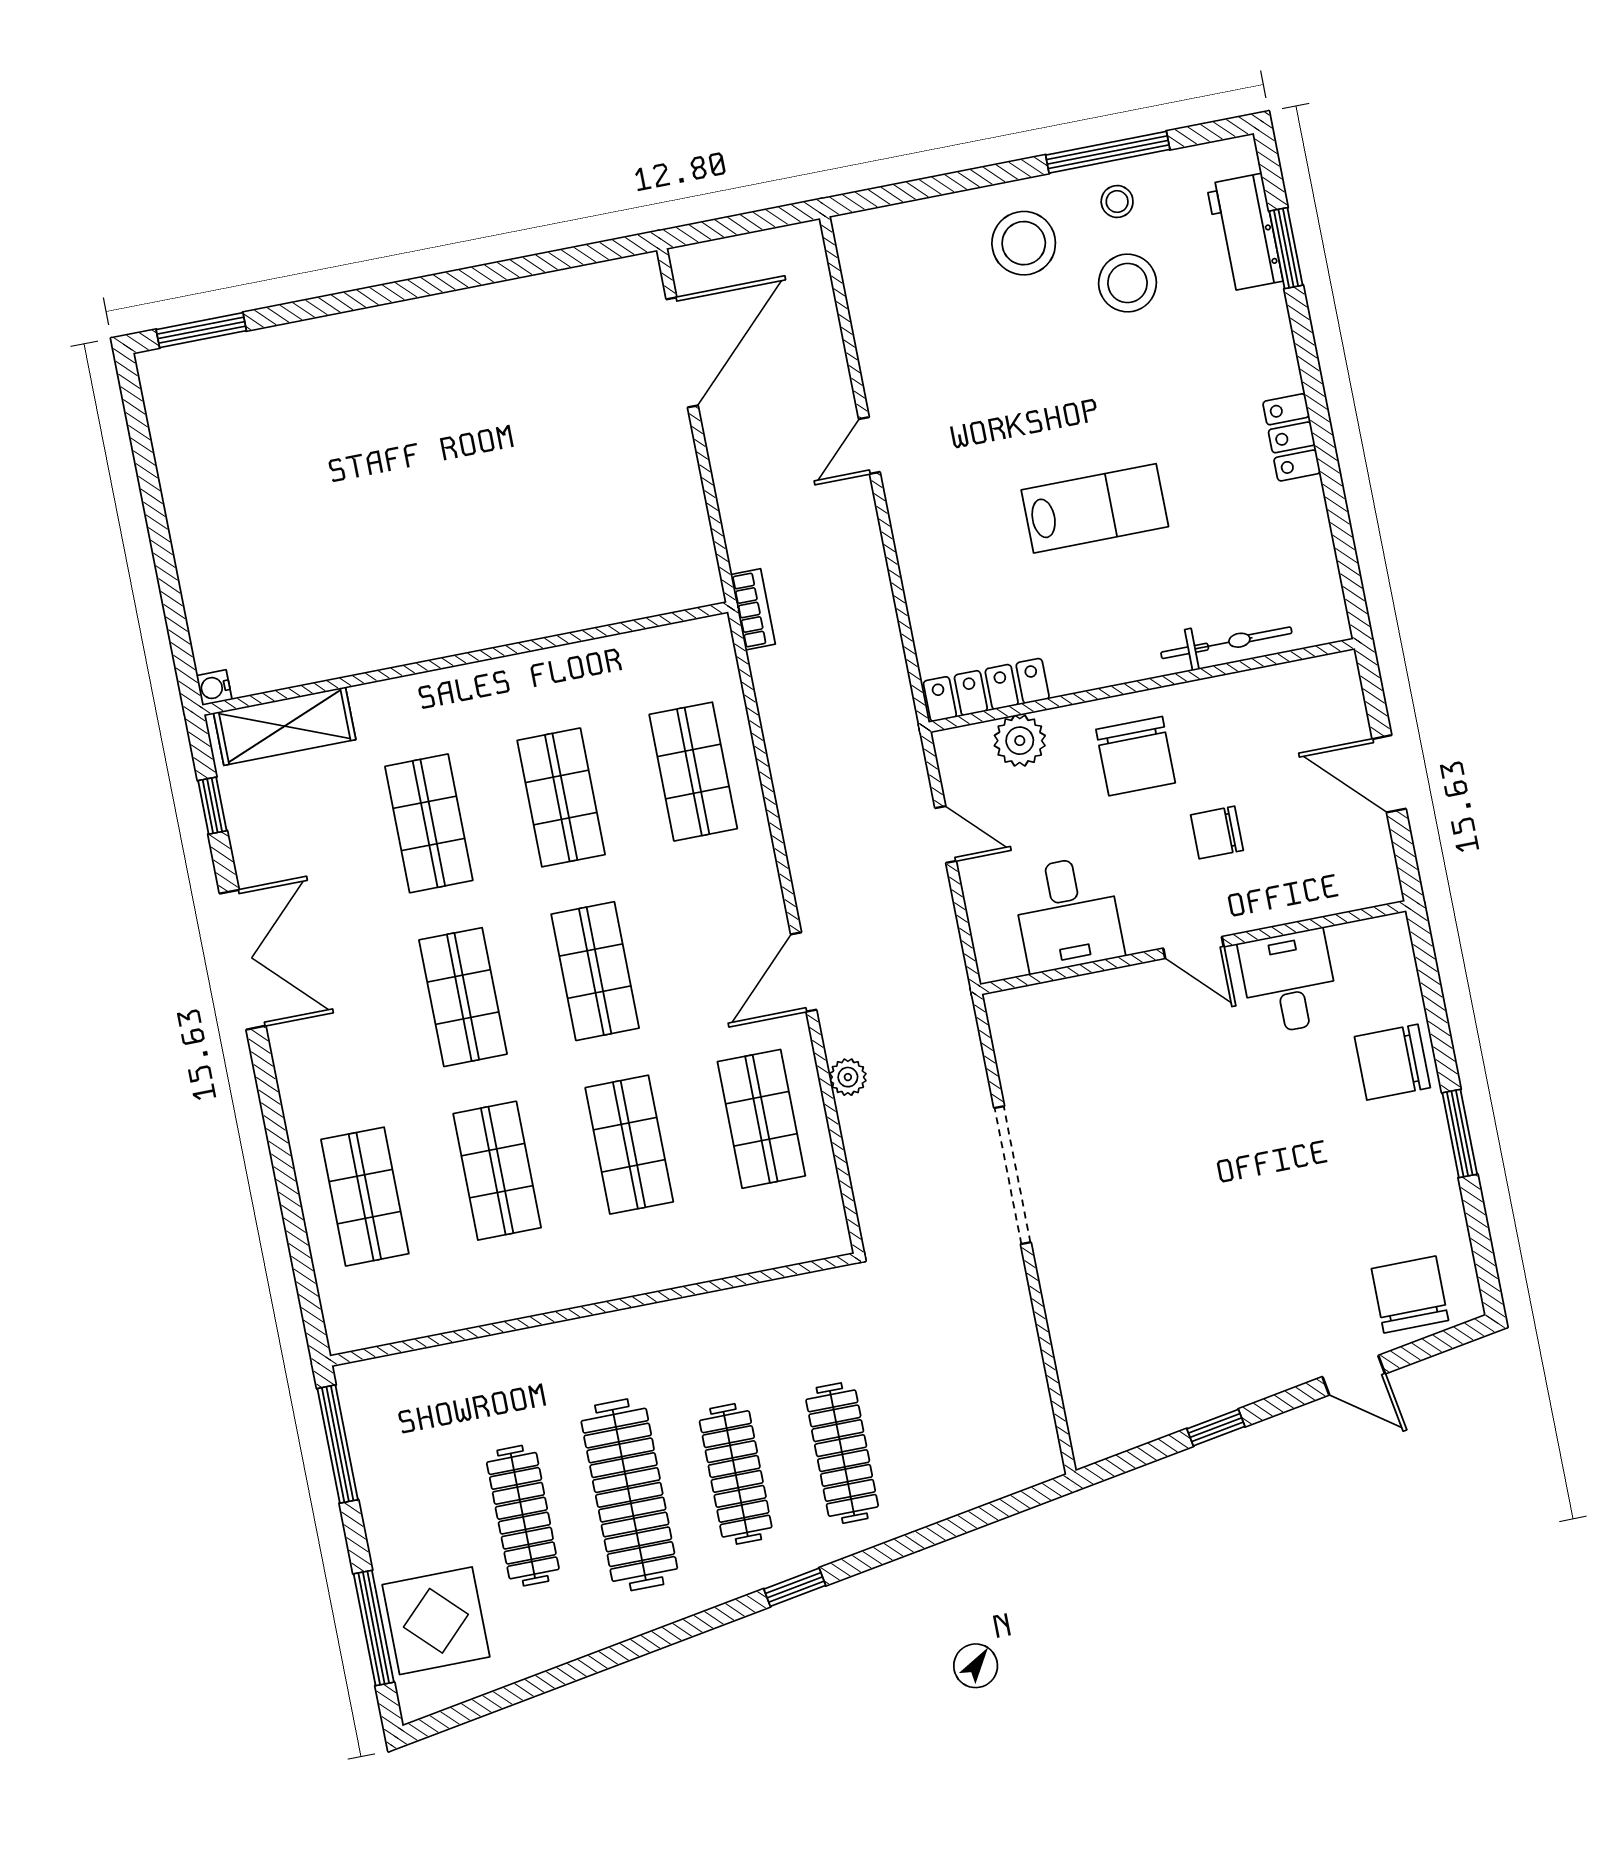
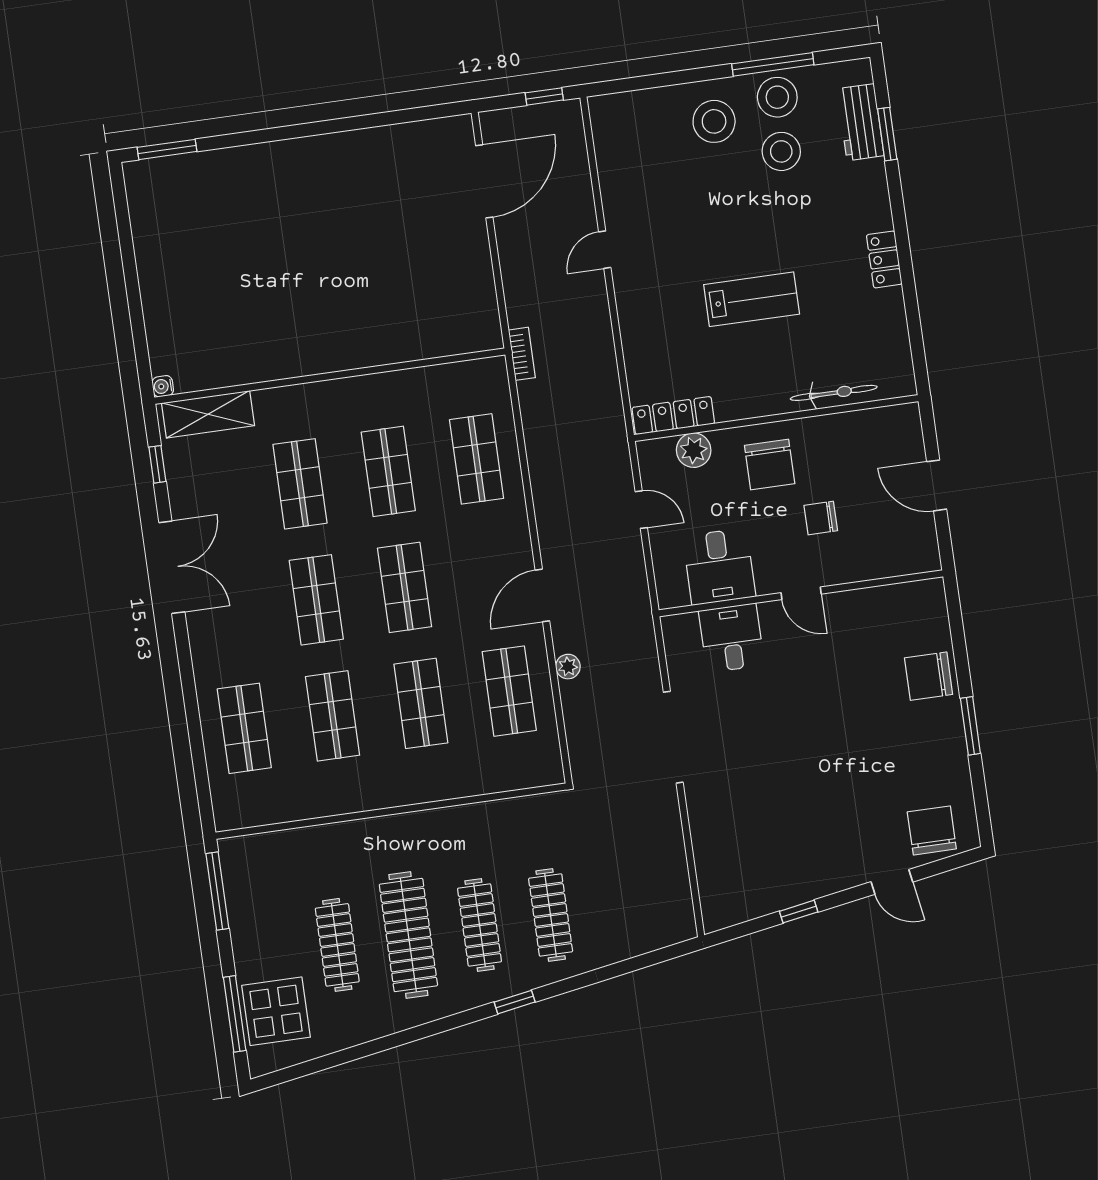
stool: (1117, 201) -> (777, 97), width x1.89, depth x1.89
window: (766, 219) -> (544, 96), added
desk: (1289, 982) -> (731, 638), moved

